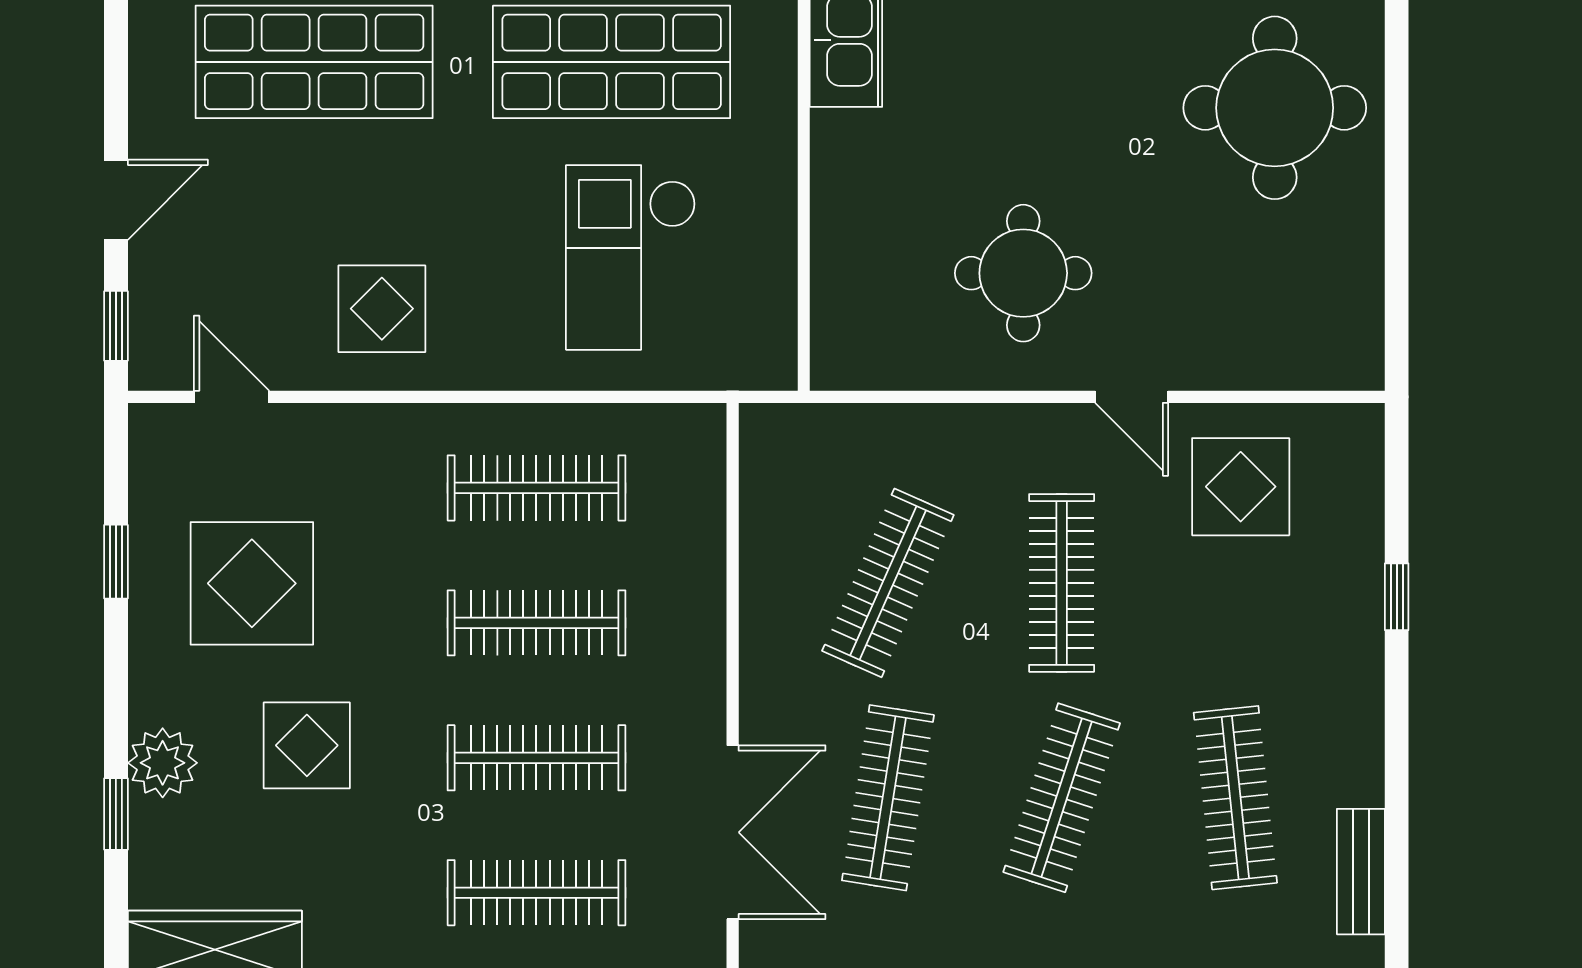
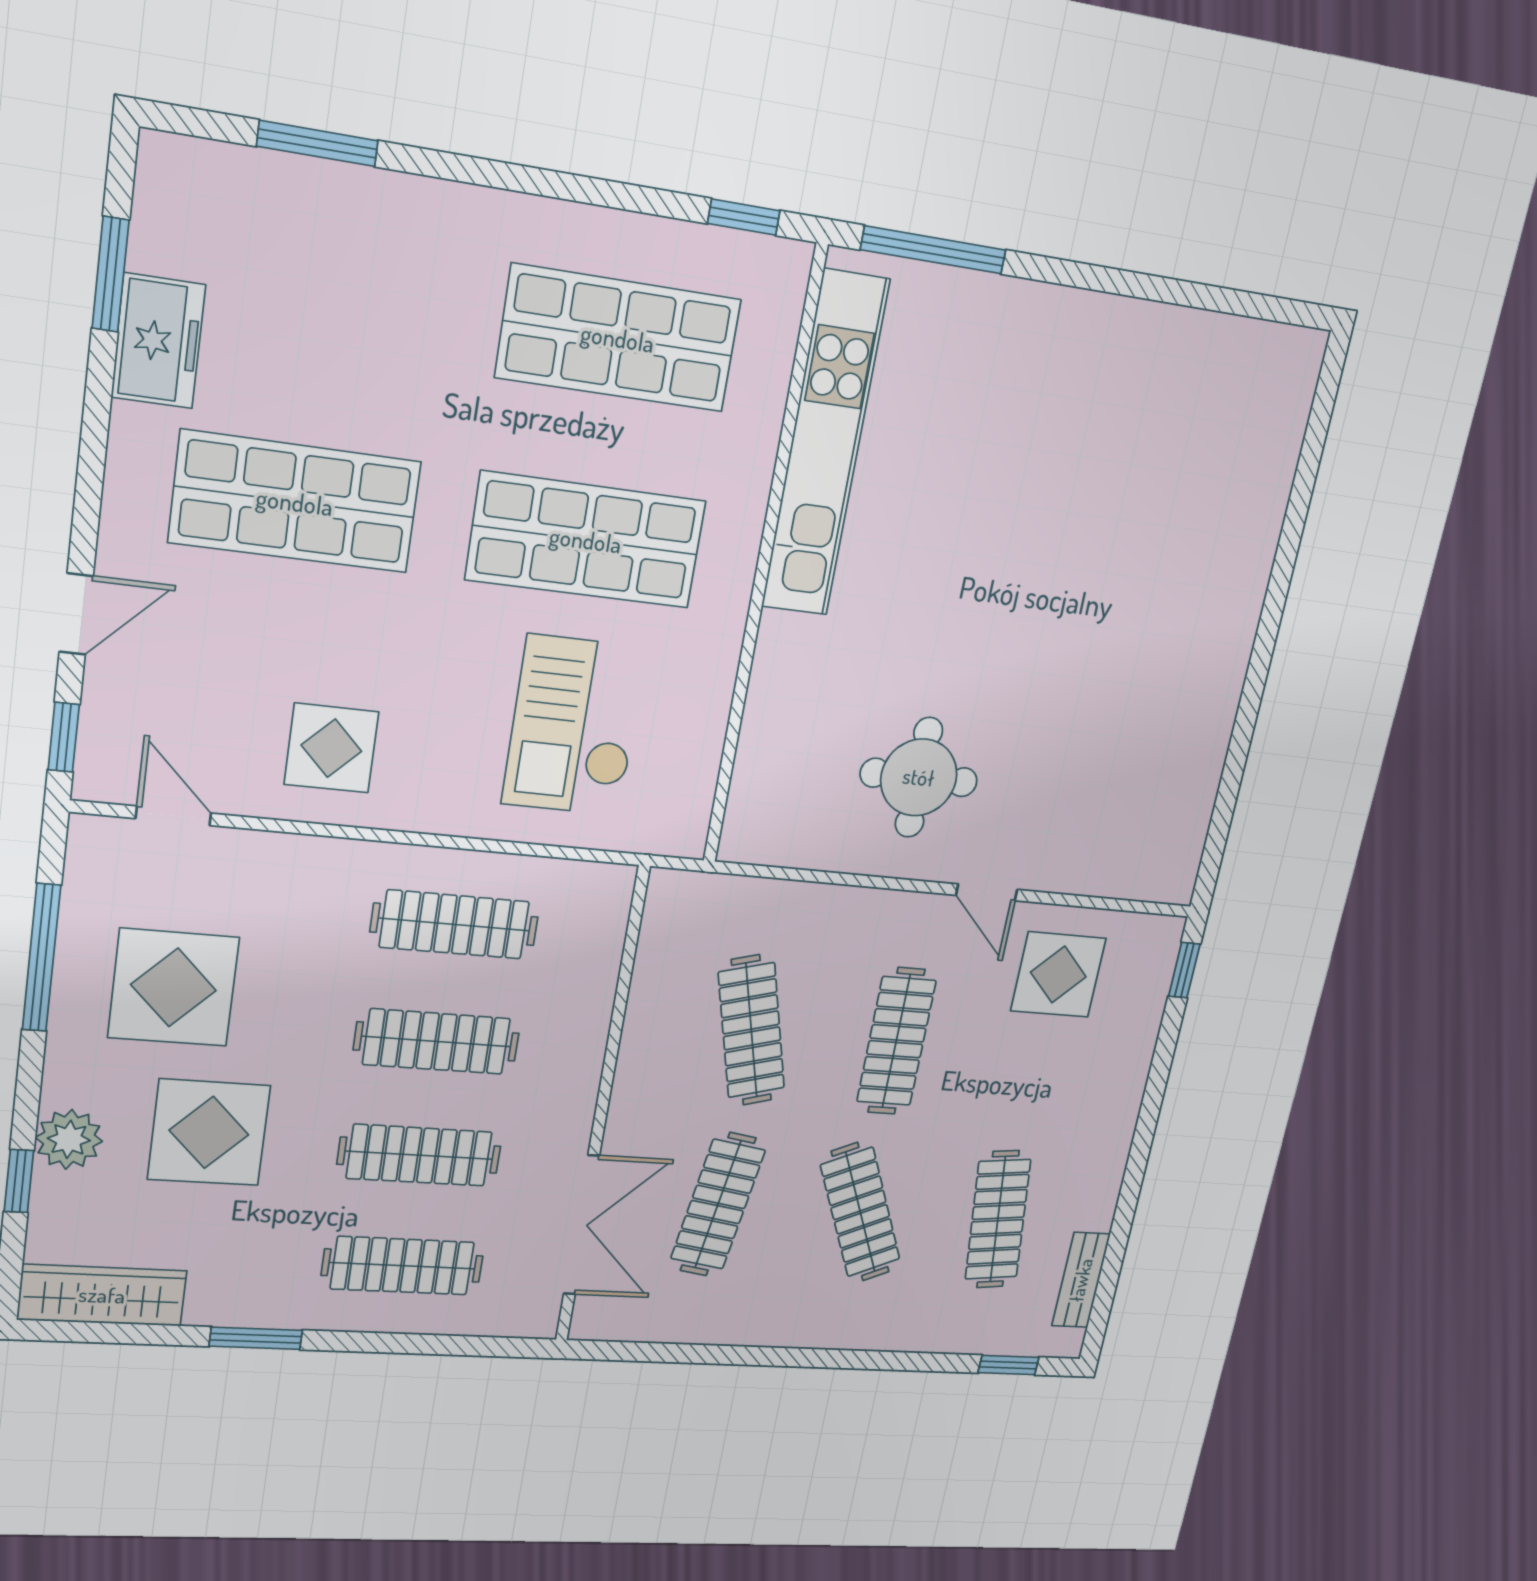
round table: (1275, 108) -> (1160, 657), removed
window: (116, 562) -> (41, 958), width x2.17
clothes rail: (888, 583) -> (751, 1030), turned -39
window: (1397, 597) -> (1184, 970), moved
display table: (307, 745) -> (209, 1132), width x1.36, depth x1.36
clothes rail: (1062, 798) -> (860, 1212), turned -42

